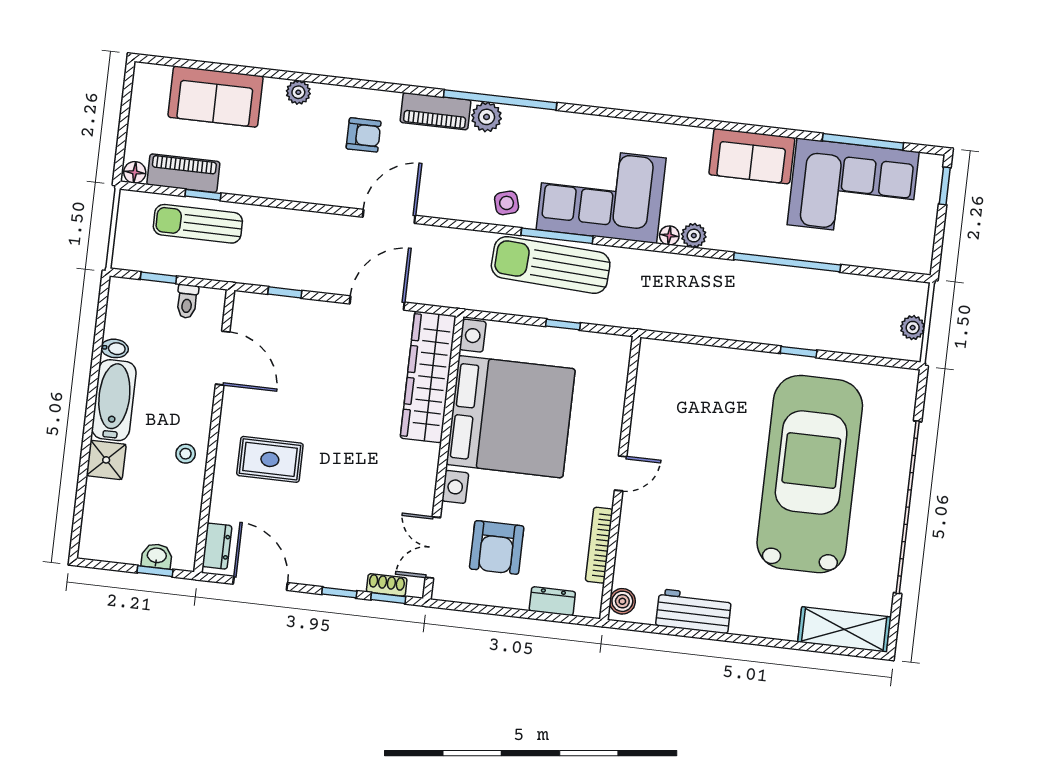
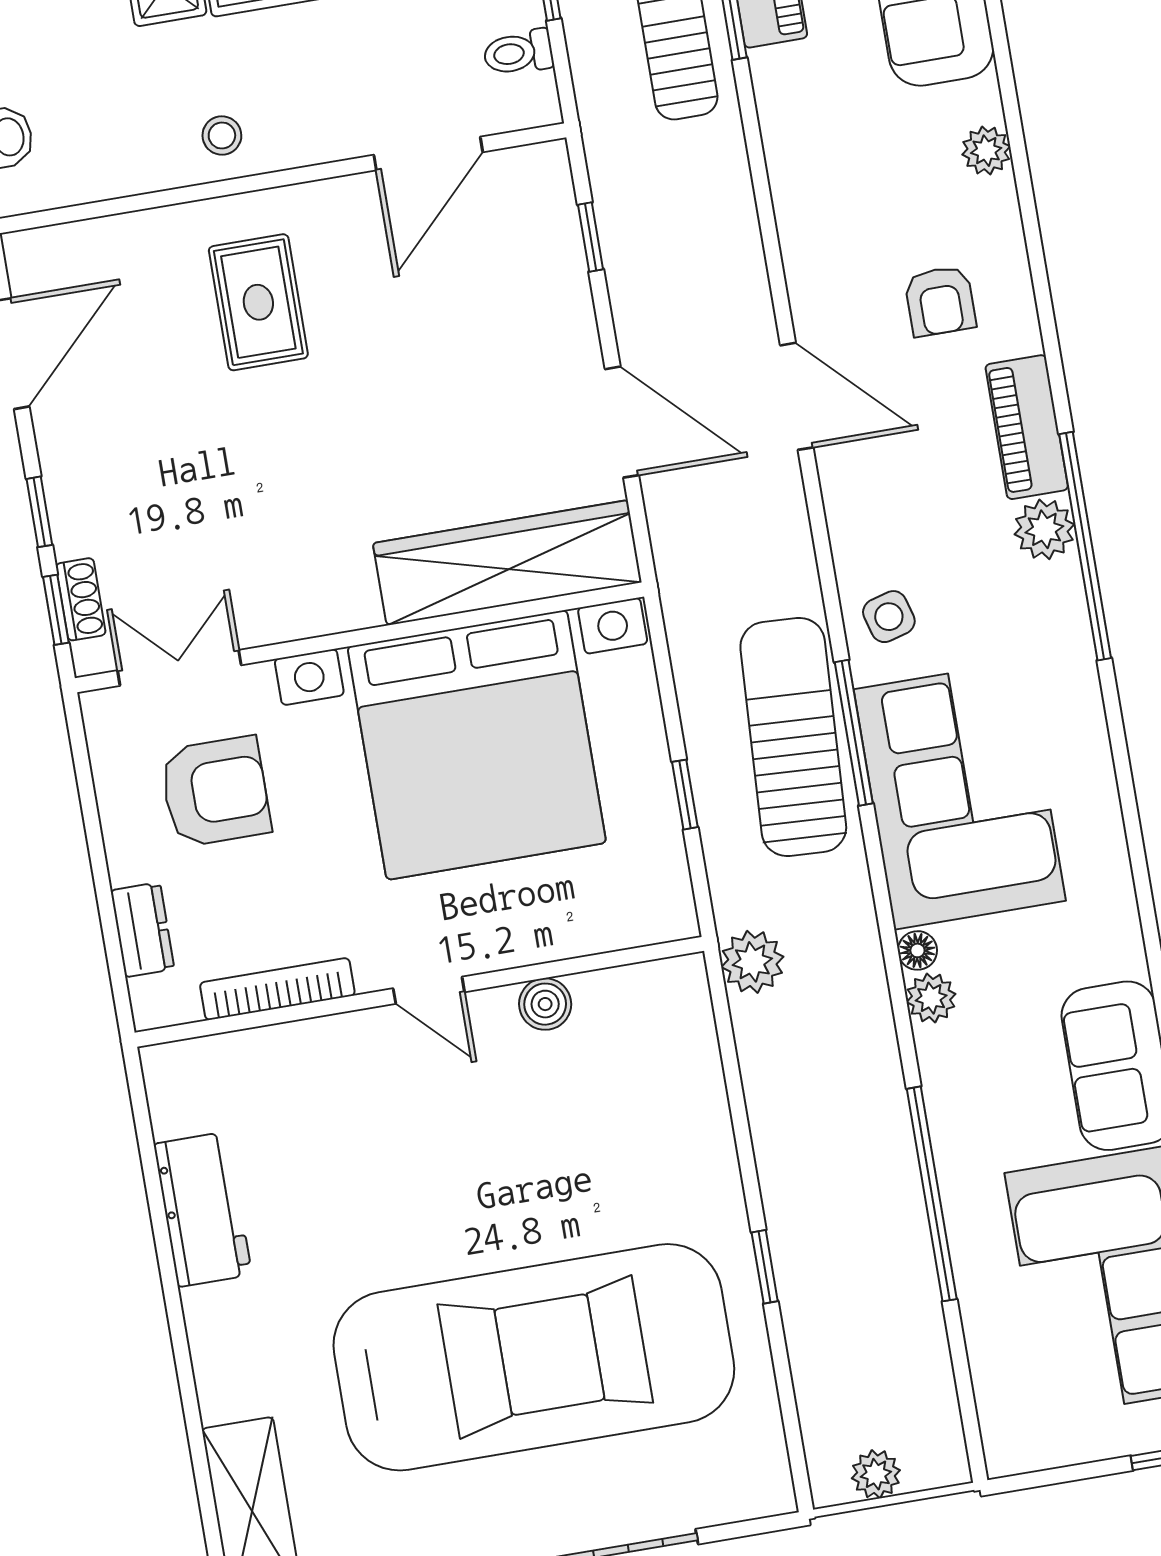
plant: (652, 316) -> (752, 962), added
dresser: (217, 546) -> (60, 248), removed
armchair: (497, 547) -> (215, 792), turned 180
boiler: (622, 601) -> (545, 1004), moved

